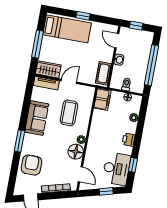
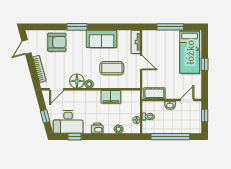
wardrobe: (48, 69) -> (149, 41), removed
filing cabinet: (102, 99) -> (111, 97), moved

